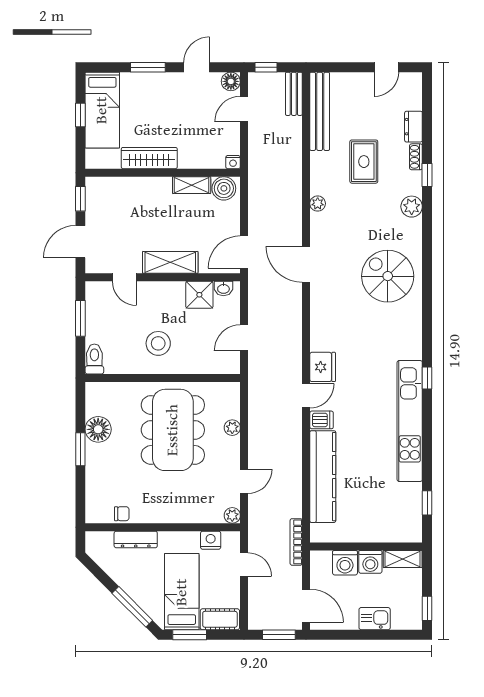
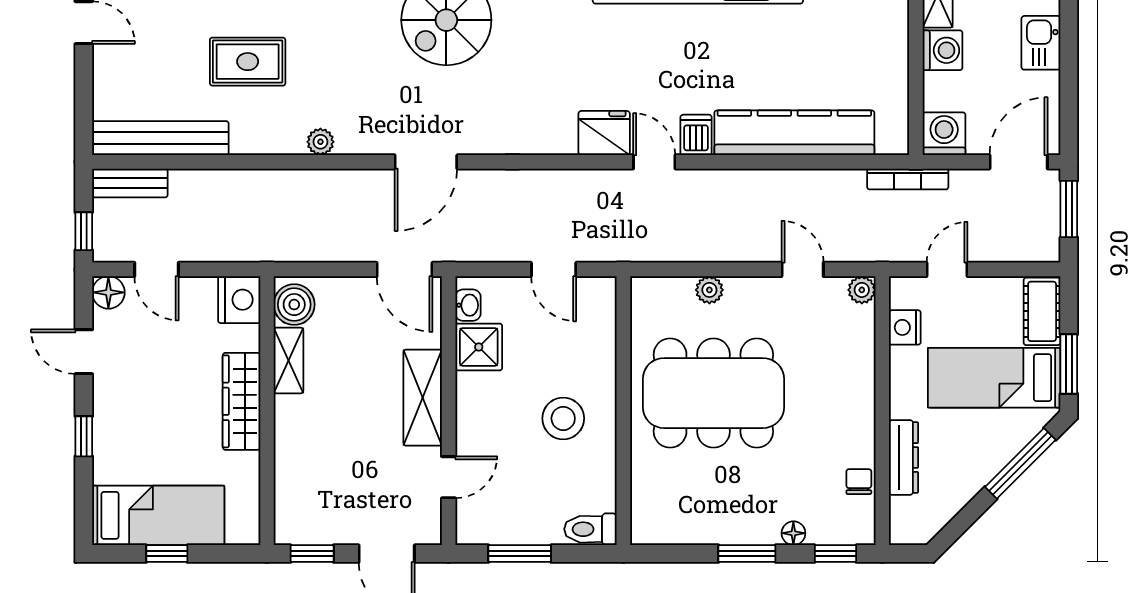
window: (148, 67) -> (84, 436), width x0.67
wardrobe: (149, 158) -> (242, 401), moved
nightstand: (233, 162) -> (239, 300), width x1.89, depth x1.79
floor lamp: (98, 429) -> (793, 533), moved, width x0.53, depth x0.53
window: (80, 500) -> (835, 554), added
washing machine: (345, 563) -> (944, 134), moved, turned -90

